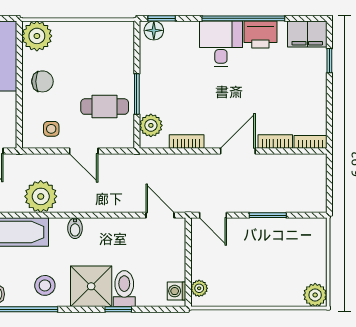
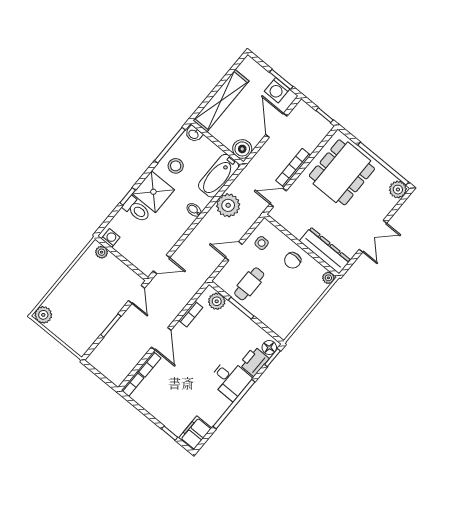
printer: (260, 34) -> (254, 361), moved
plant: (37, 36) -> (328, 278), width x0.53, depth x0.53
door: (213, 215) -> (137, 294), swing flipped

